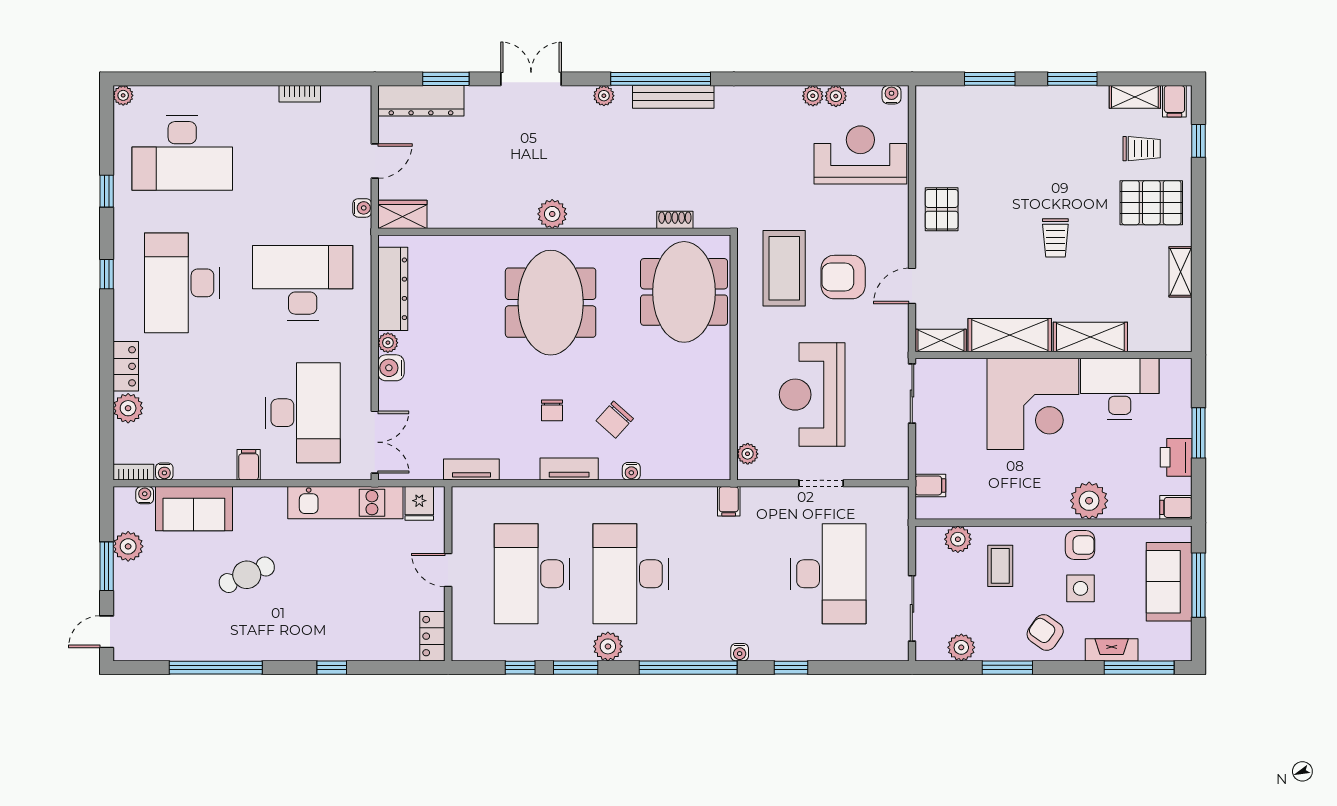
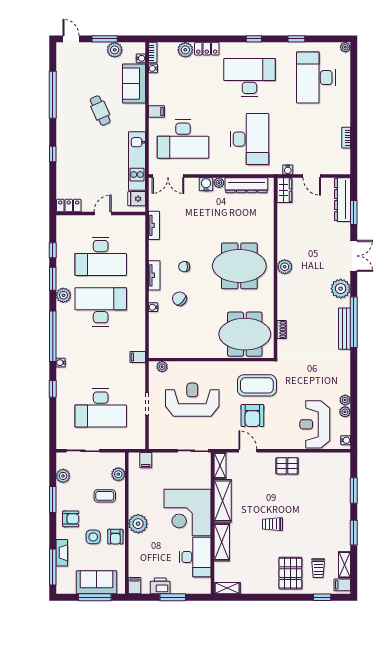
plant: (604, 96) -> (341, 289), width x1.88, depth x1.88
reception desk: (860, 155) -> (315, 424), turned 180
shelving: (1181, 272) -> (227, 588), moved
armchair: (843, 277) -> (252, 416), turned 180
plant: (1089, 501) -> (138, 524), moved
desk: (532, 574) -> (101, 256), turned 180
armchair: (1045, 633) -> (71, 519), turned 55

